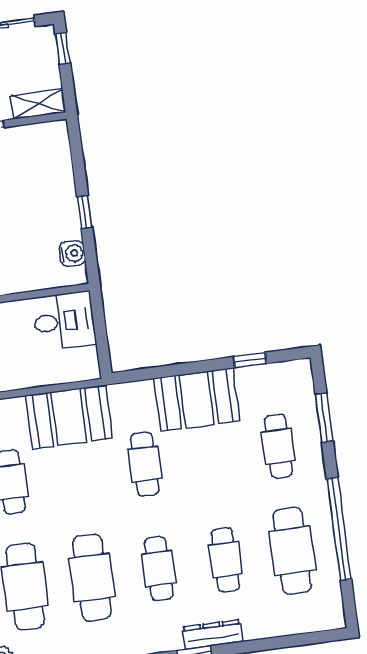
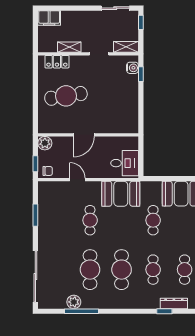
window: (85, 212) -> (141, 74), moved
water cooler: (72, 254) -> (132, 68), moved
desk: (64, 321) -> (125, 163), moved

